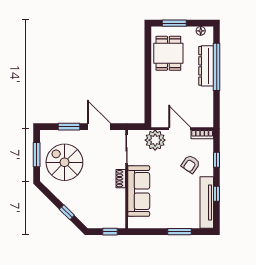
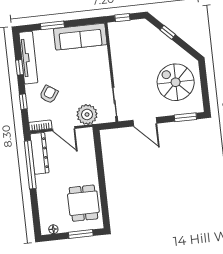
dresser: (206, 66) -> (40, 153), moved
window: (217, 67) -> (30, 165), moved
window: (69, 127) -> (185, 117), moved
window: (37, 155) -> (204, 87), removed
spiral stairs: (64, 162) -> (176, 82), turned 180
shoe rack: (121, 179) -> (117, 72), removed
sofa: (139, 191) -> (80, 37), moved, turned -90

